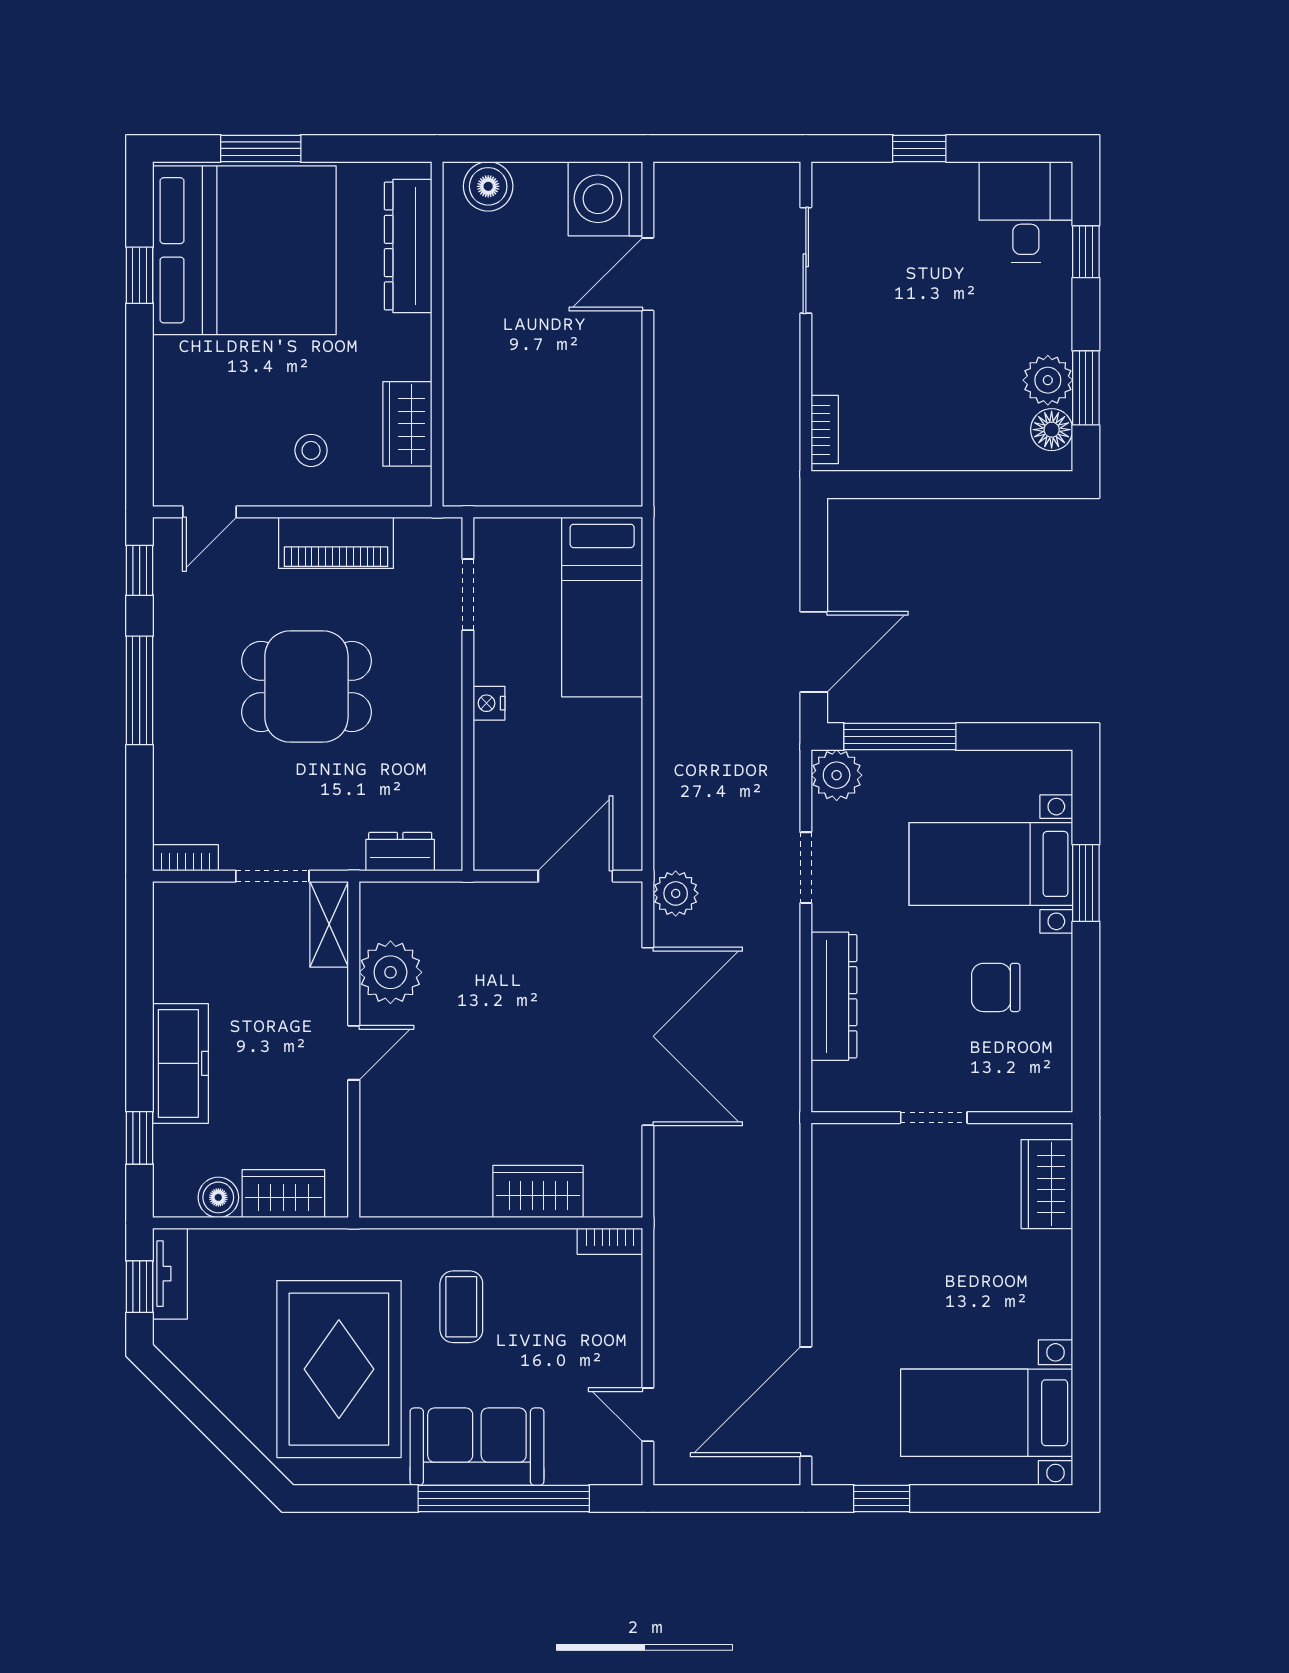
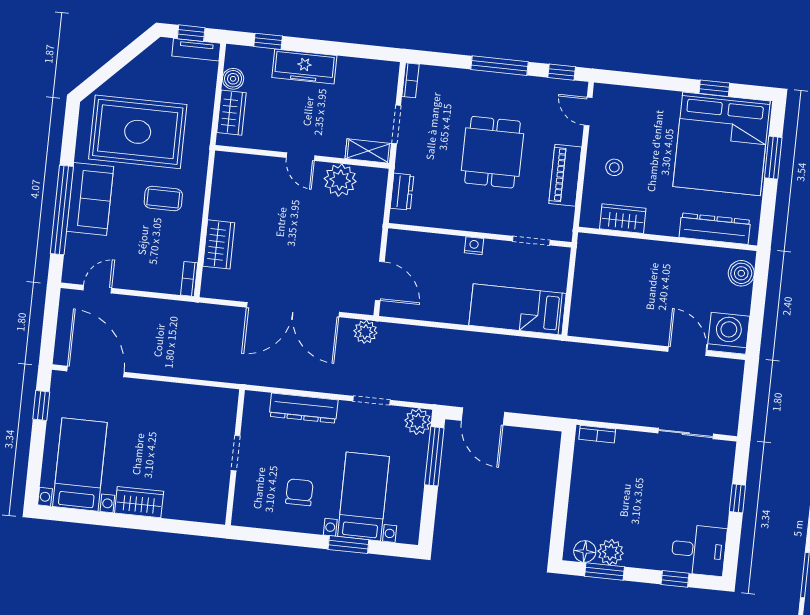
wardrobe: (1047, 1184) -> (139, 502), moved

